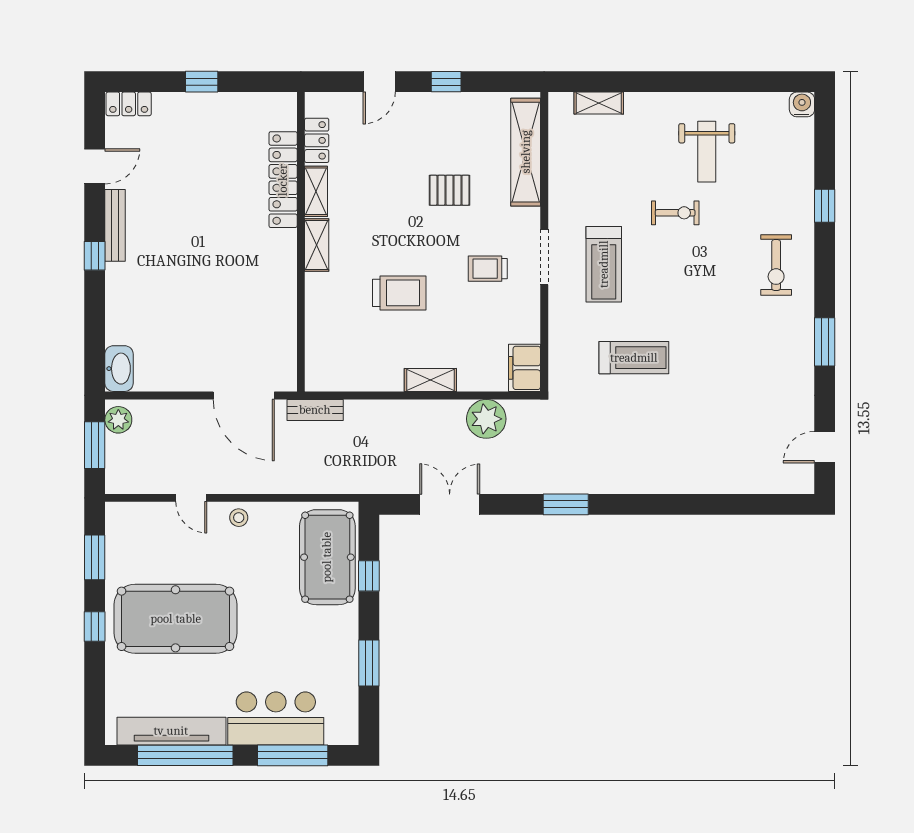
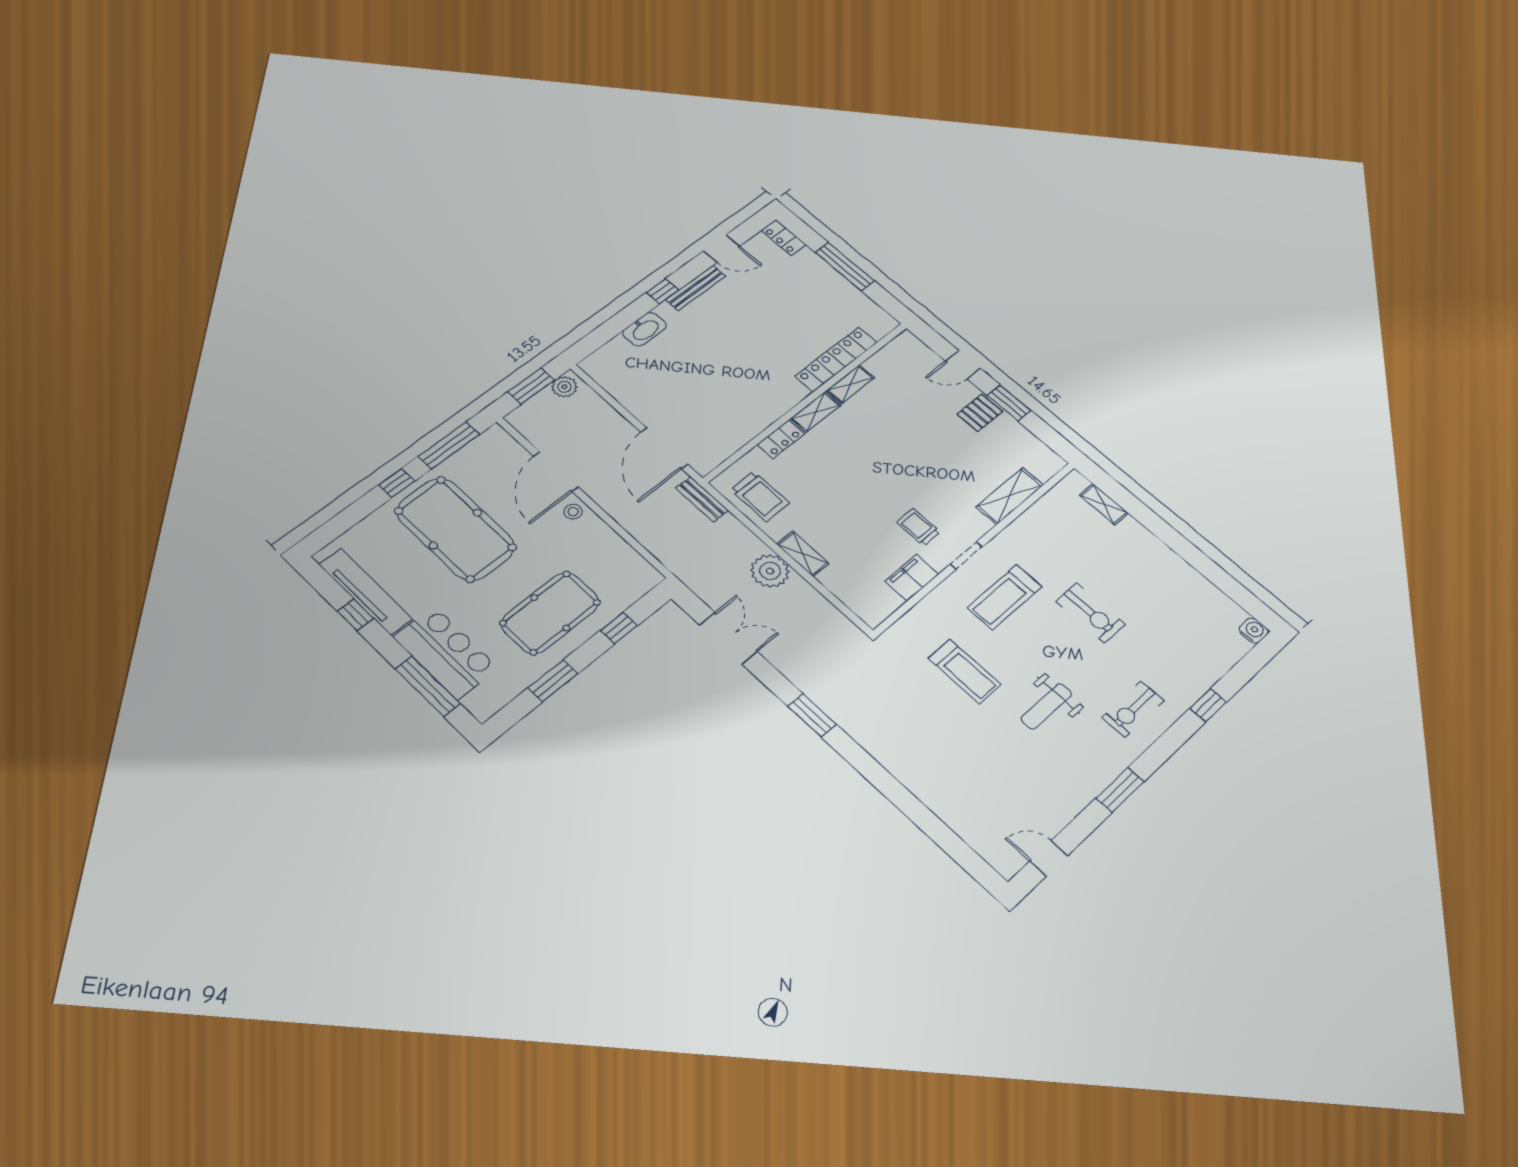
window: (202, 82) -> (845, 266), width x2.17
window: (446, 82) -> (1009, 403), width x1.50
locker: (317, 140) -> (781, 439), moved
shelving: (526, 152) -> (1010, 496), width x0.68
weight bench: (707, 152) -> (1046, 706), moved
pallet: (449, 190) -> (980, 413), moved, turned 90
exercise bike: (675, 213) -> (1090, 613), width x1.38, depth x1.39
doorway: (544, 257) -> (966, 556), width x0.73
trolley: (399, 293) -> (760, 496), moved
filing cabinet: (525, 368) -> (912, 578), moved
washbasin: (119, 369) -> (645, 329), moved
plant: (486, 419) -> (770, 571), moved
door: (191, 498) -> (556, 472), width x1.88
window: (95, 557) -> (449, 445), width x1.44
pool table: (327, 557) -> (550, 613), moved
window: (185, 755) -> (355, 615), width x0.32

